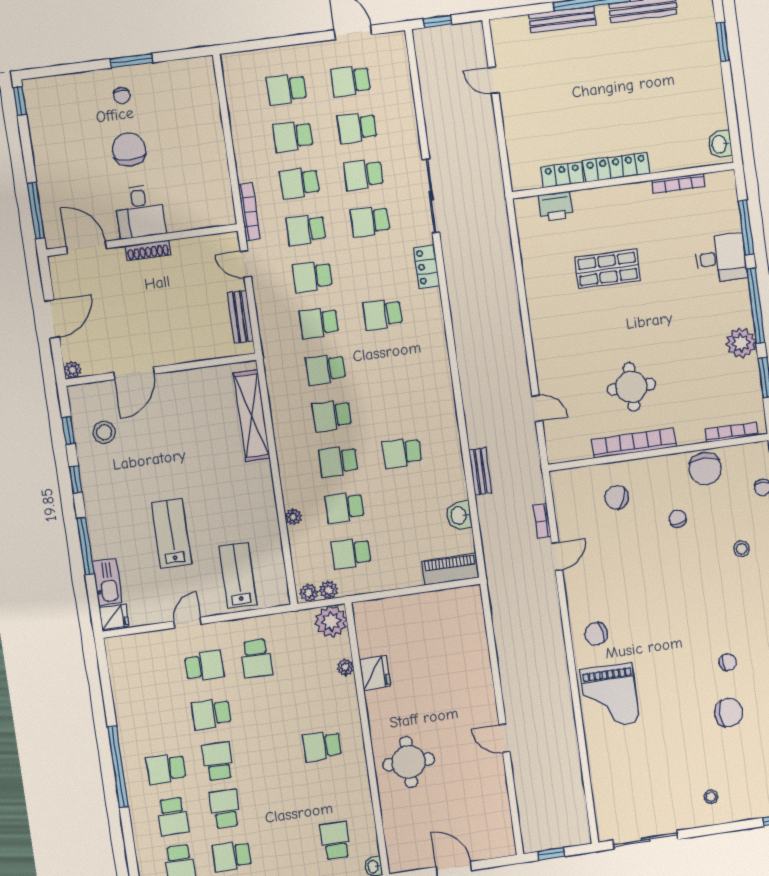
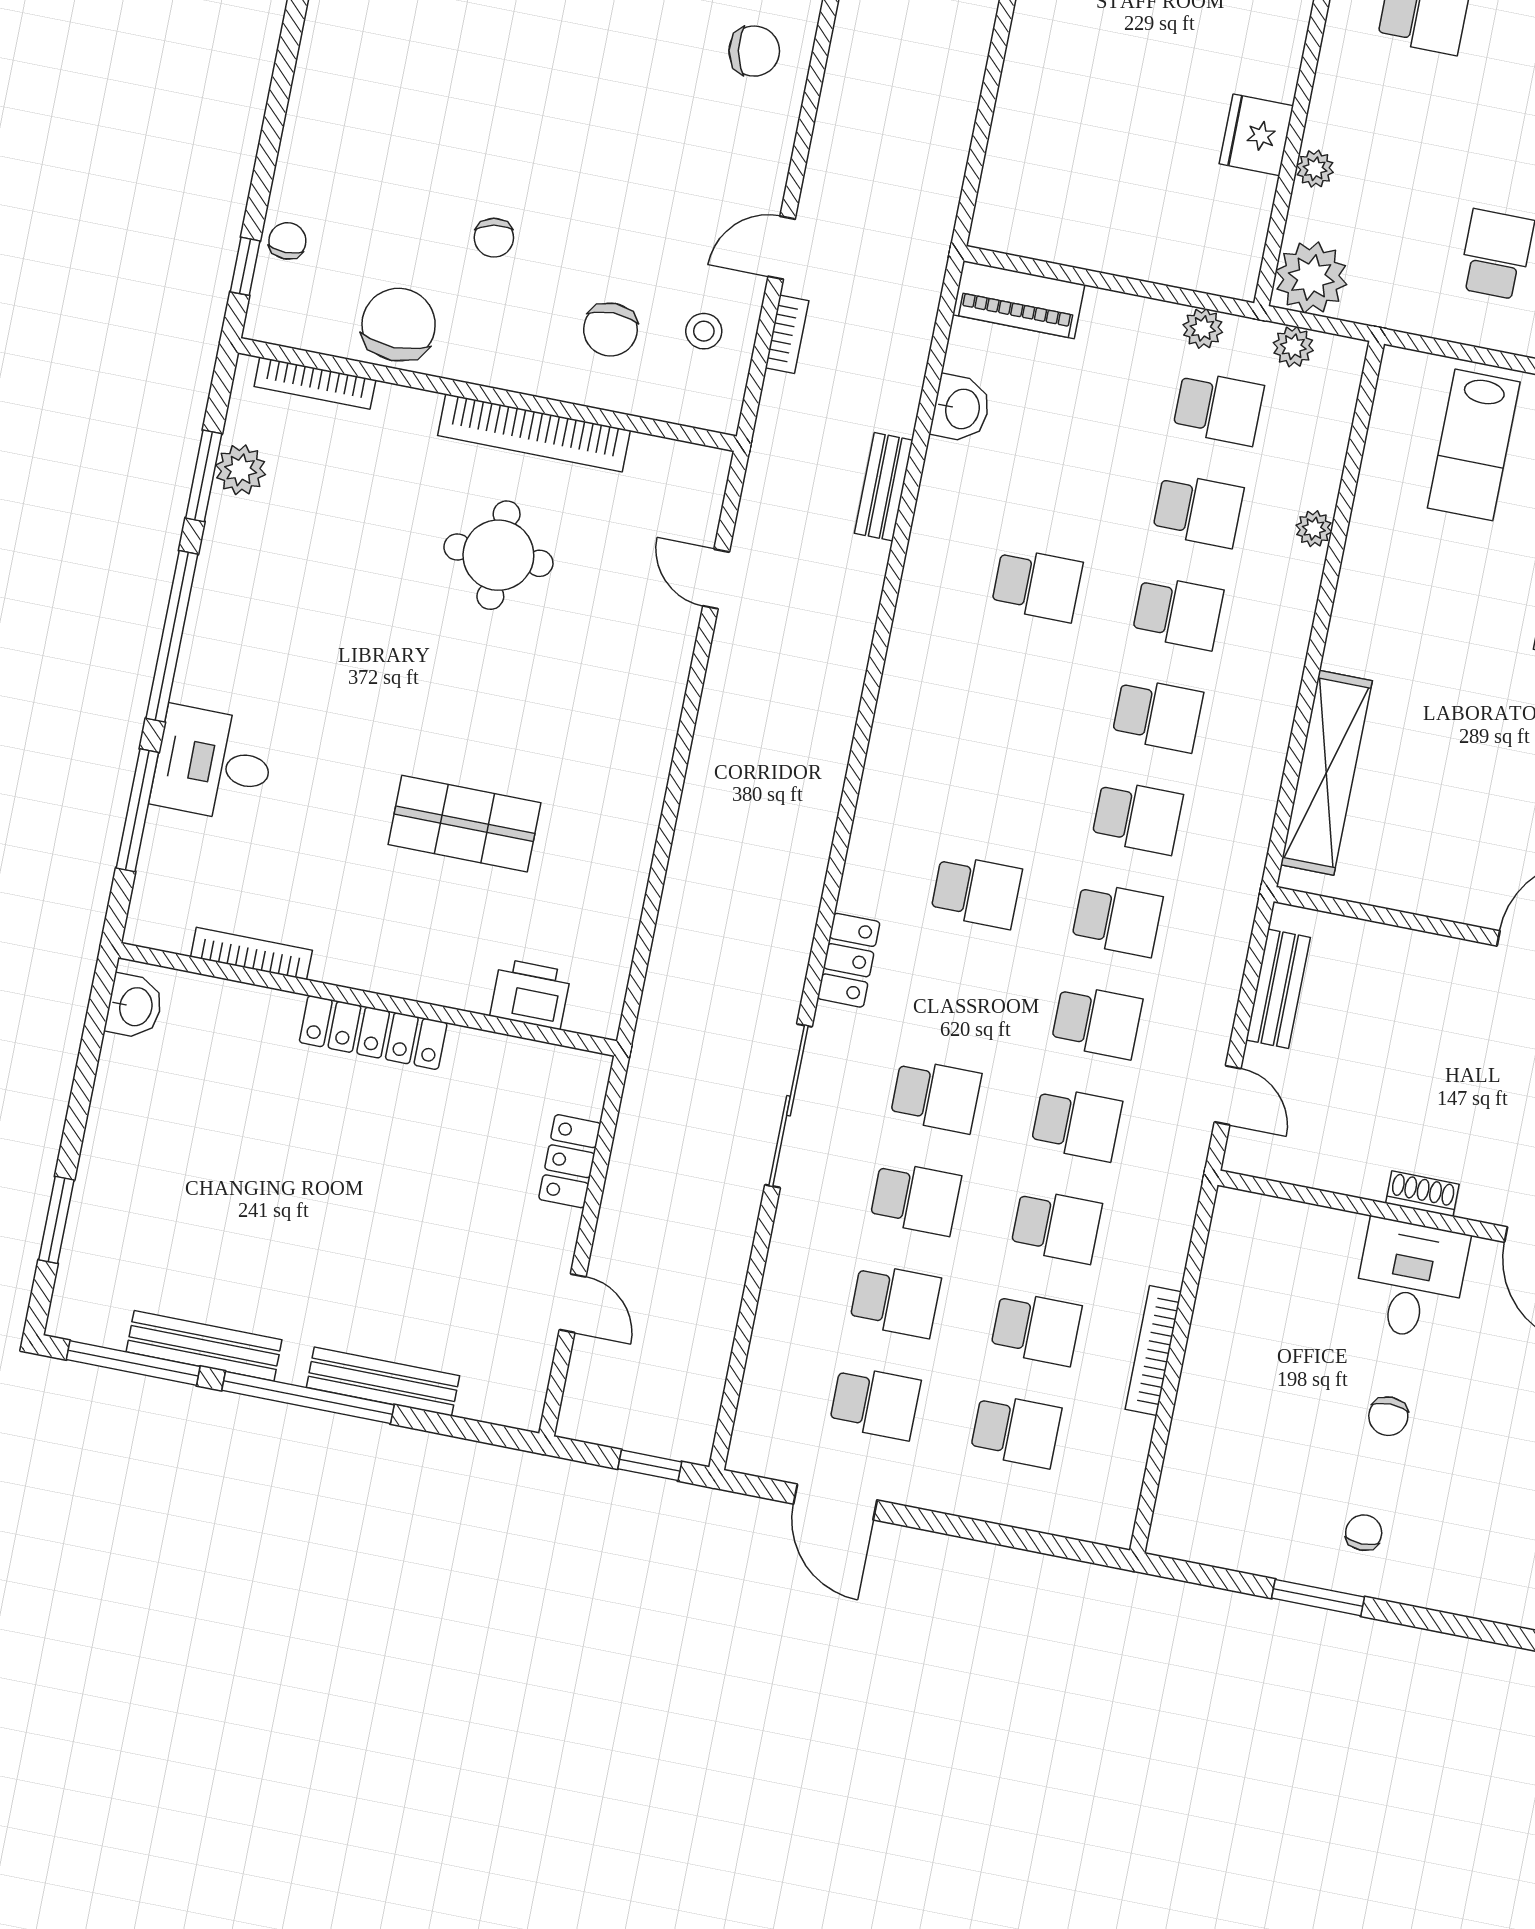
chair: (129, 150) -> (1388, 1416), width x0.54, depth x0.54
locker: (562, 175) -> (570, 1161), moved, turned 90
bookcase: (249, 212) -> (1153, 1350), moved
shoe rack: (148, 250) -> (1422, 1194), width x0.70
plant: (741, 343) -> (241, 470), moved, width x0.73, depth x0.73
chair: (617, 497) -> (610, 329), turned 66
stool: (742, 549) -> (704, 331), moved
plant: (309, 593) -> (1203, 328), moved

